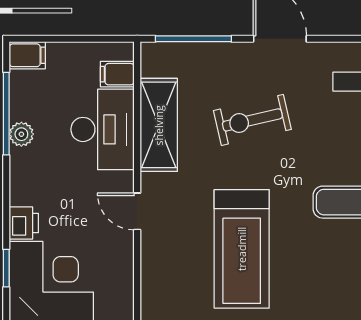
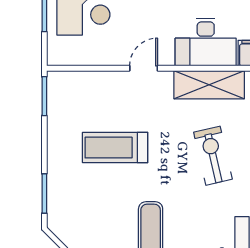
treadmill: (242, 249) -> (115, 148), width x0.73, depth x0.73

